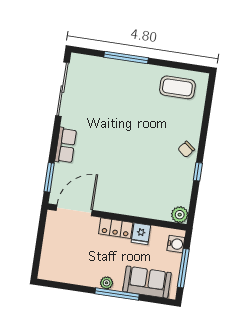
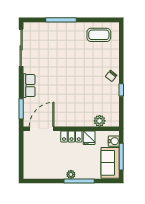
plant: (180, 215) -> (100, 121), moved
sofa: (147, 282) -> (110, 163), moved, turned -90

